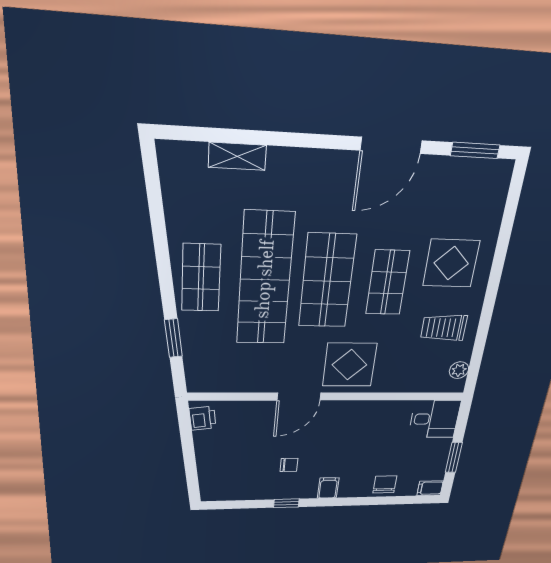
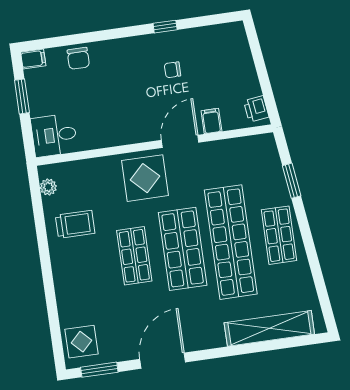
shelving: (237, 156) -> (269, 328), width x2.20, depth x1.33
display table: (451, 263) -> (82, 342), moved, width x0.73, depth x0.73
filing cabinet: (328, 488) -> (211, 121), moved, turned 180

